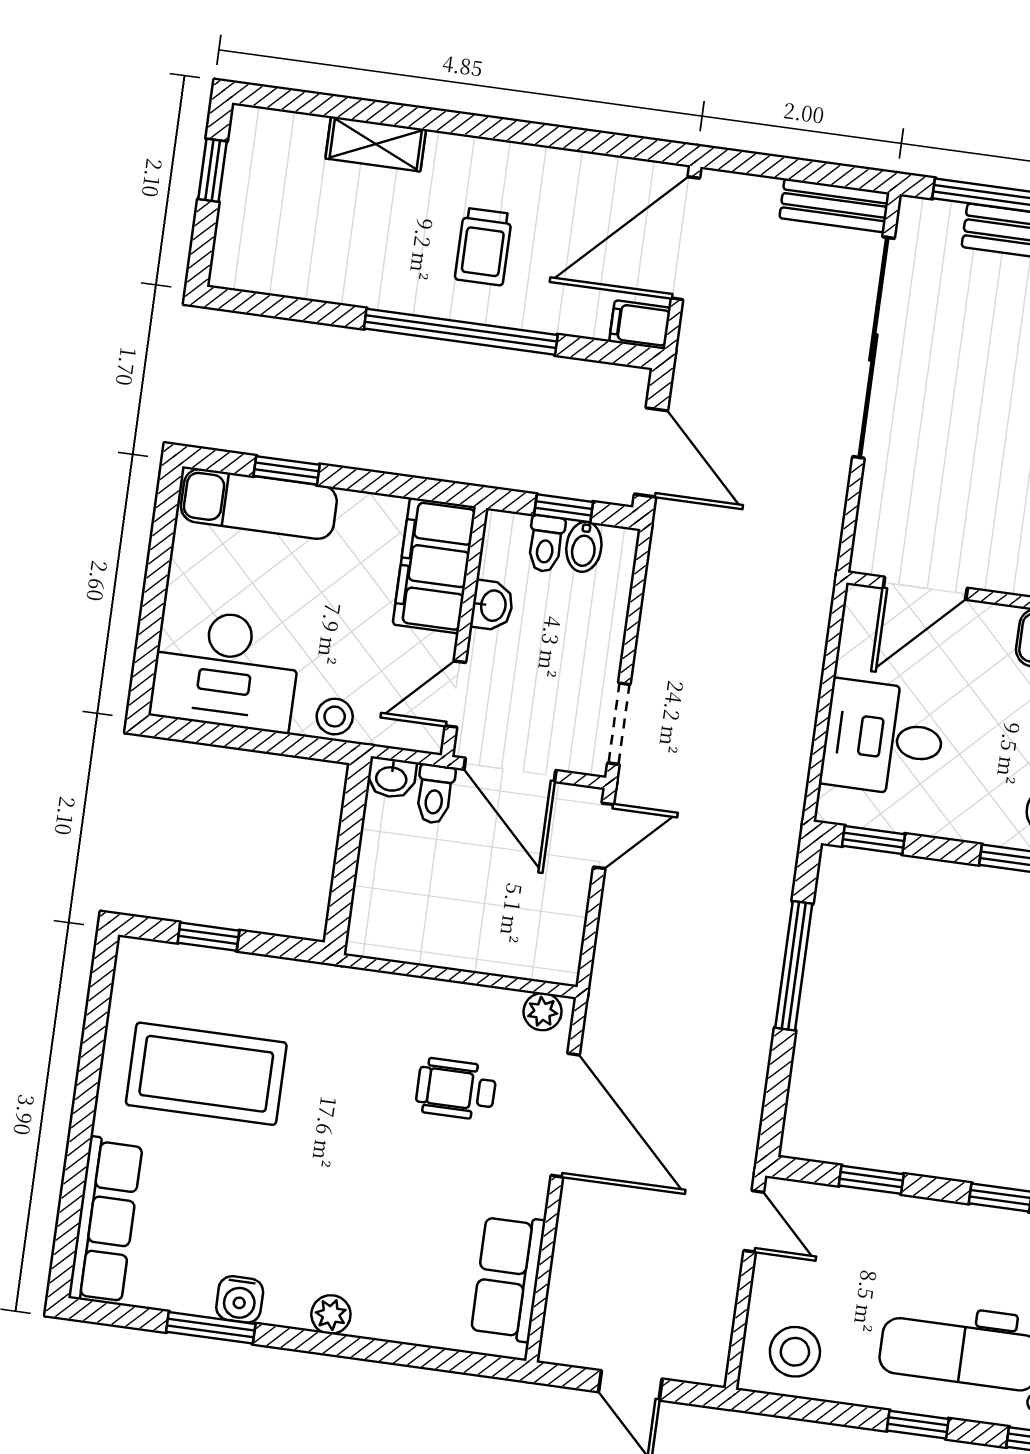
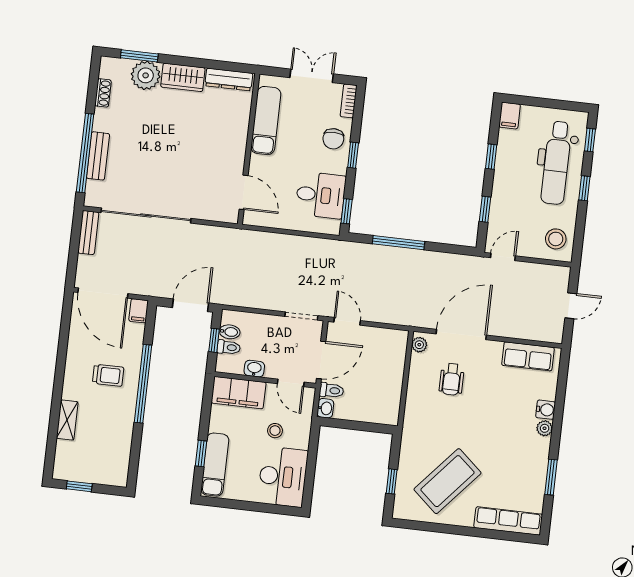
stool: (335, 717) -> (275, 431), moved
desk: (883, 738) -> (321, 195), moved, turned -90
coffee table: (206, 1074) -> (447, 481), turned 41
water cooler: (240, 1299) -> (546, 410), moved

